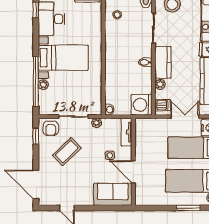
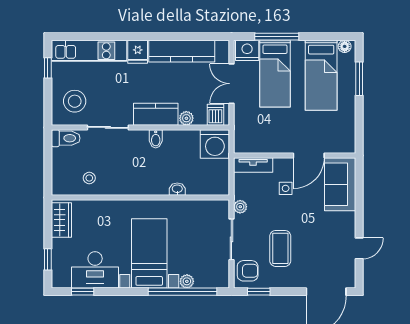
washbasin: (109, 110) -> (177, 189), moved
coffee table: (67, 152) -> (280, 248), turned 44

